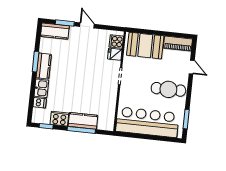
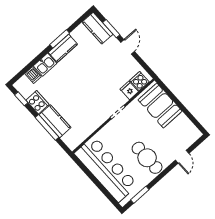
piano: (178, 44) -> (188, 128), removed

